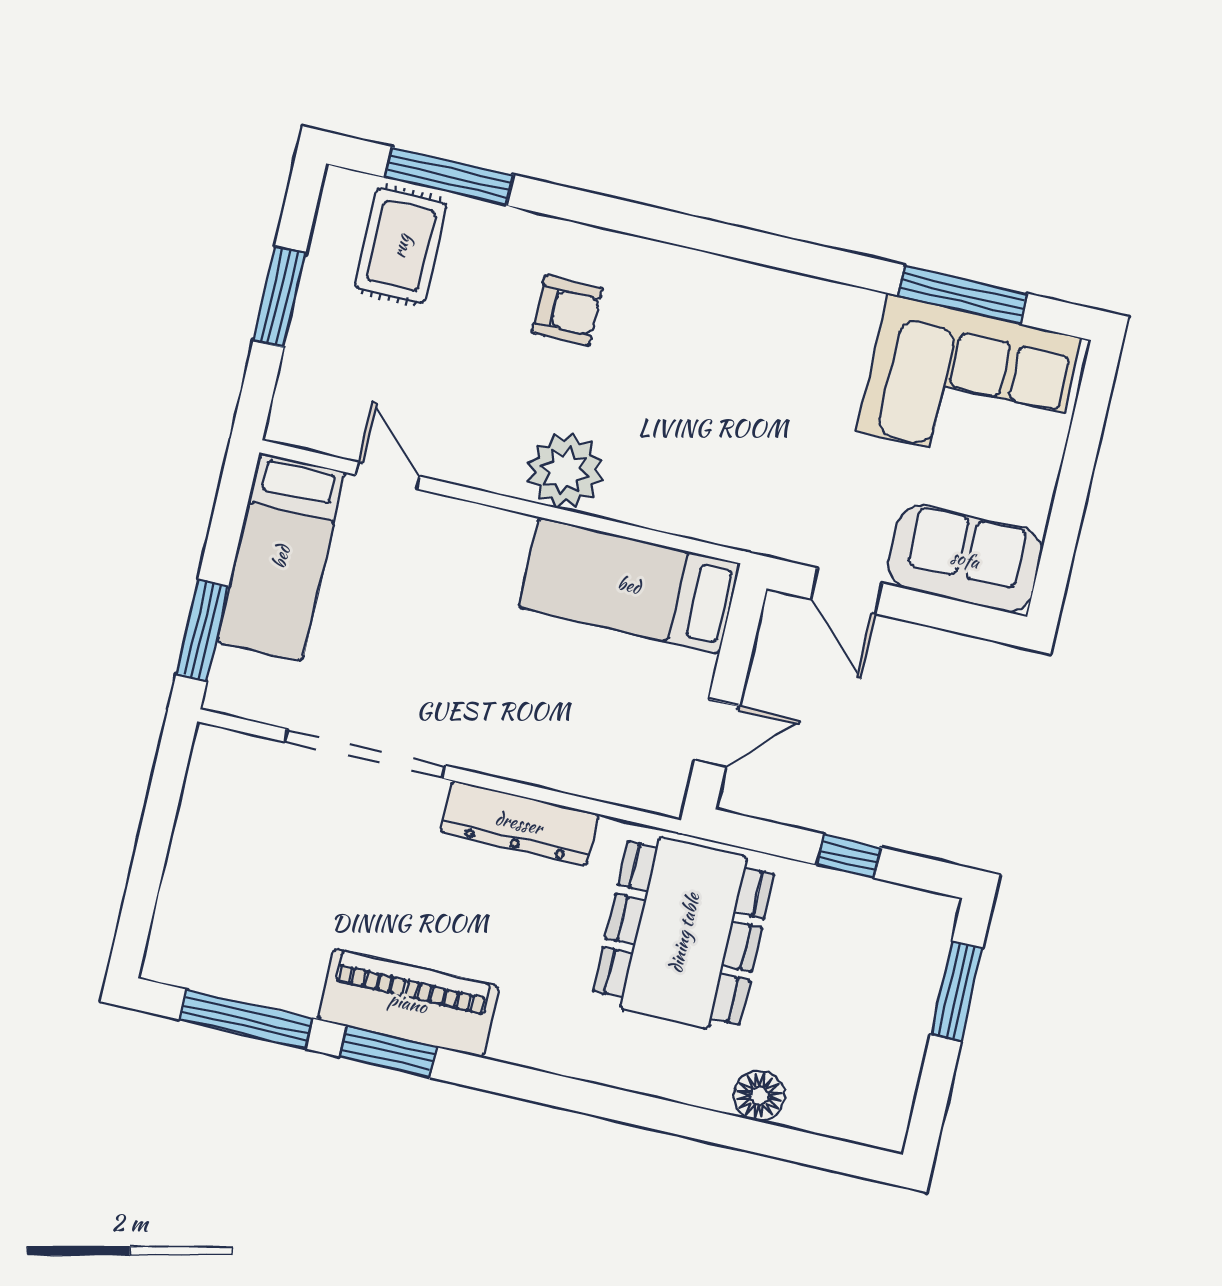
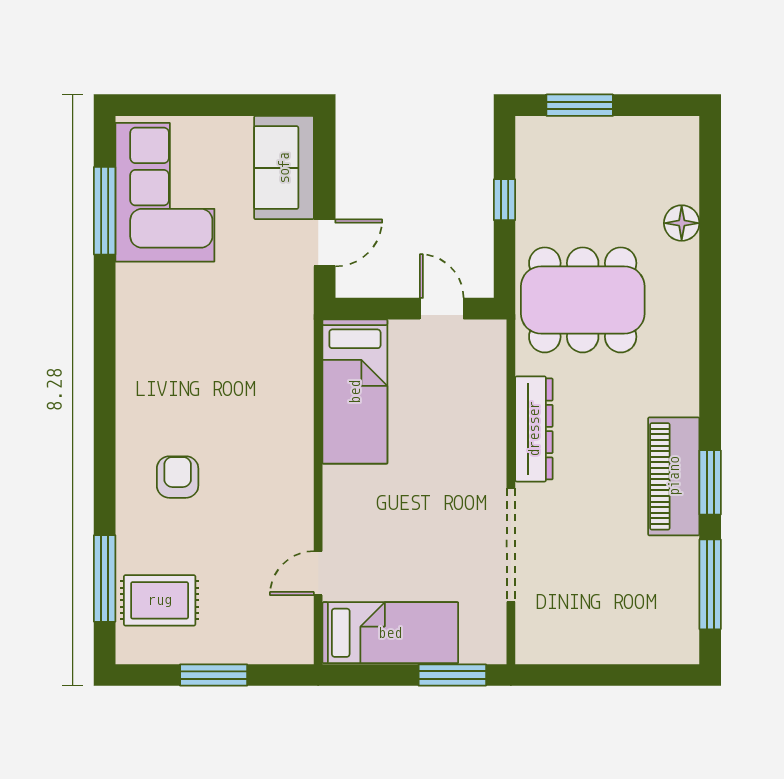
plant: (565, 471) -> (287, 453), removed

